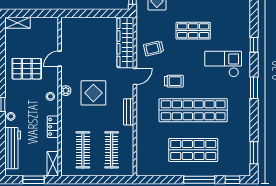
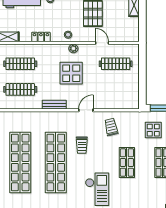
wardrobe: (125, 42) -> (116, 102), removed
clothes rail: (83, 43) -> (116, 64), added
door: (135, 76) -> (86, 110), swing flipped
shop shelf: (193, 150) -> (20, 162), width x1.40

